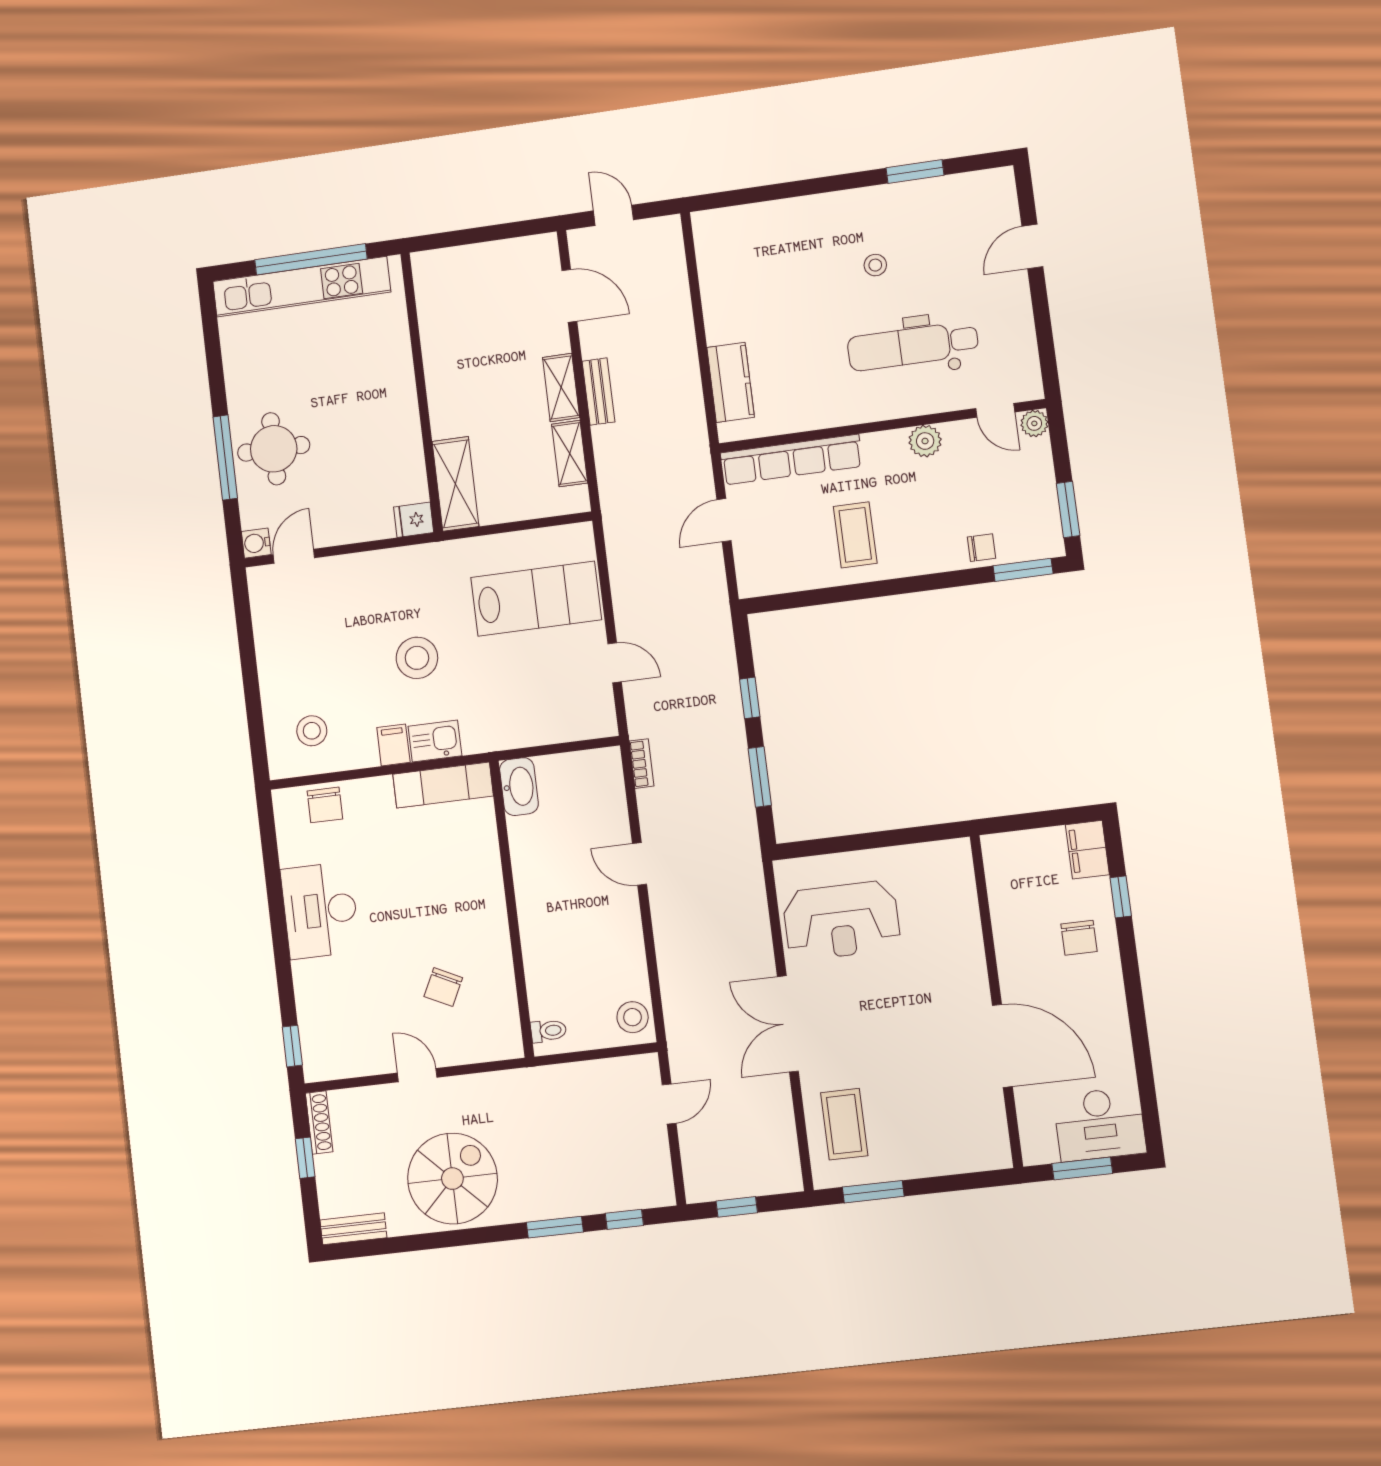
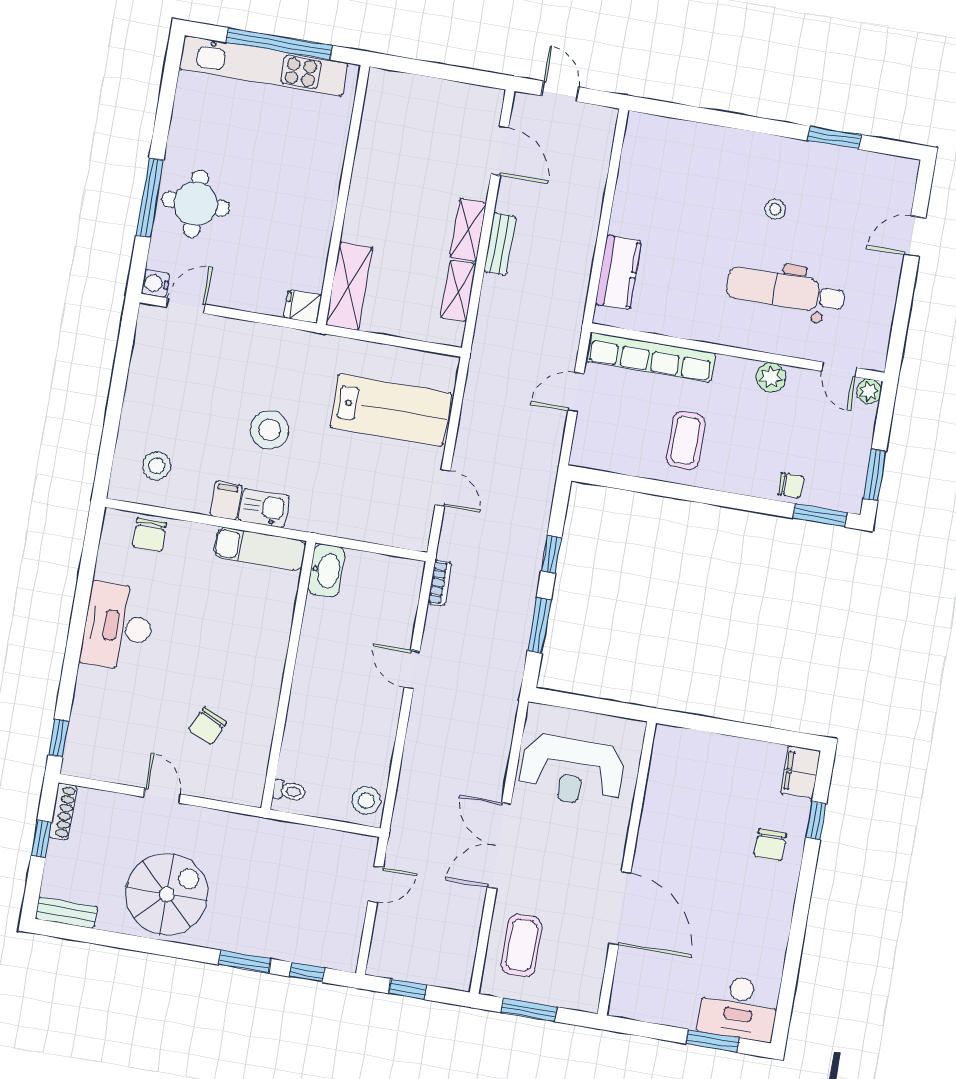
wall: (996, 1001) -> (627, 868), moved
door: (1002, 1046) -> (620, 908), moved

